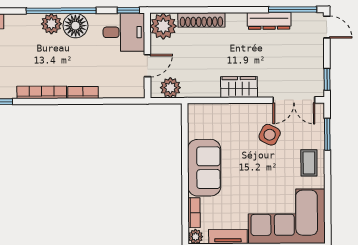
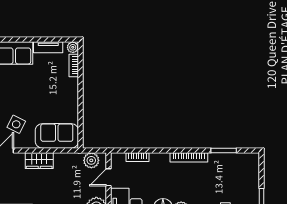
bookcase: (83, 92) -> (138, 157), moved
sofa: (204, 168) -> (57, 136), moved, turned 90

